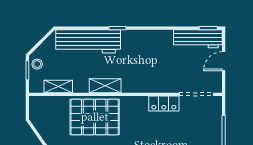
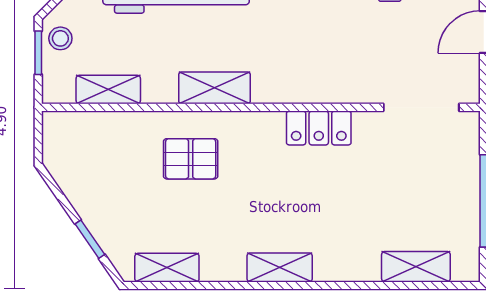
locker: (164, 103) -> (319, 128), moved
pallet: (95, 117) -> (191, 159), width x0.49, depth x0.50

